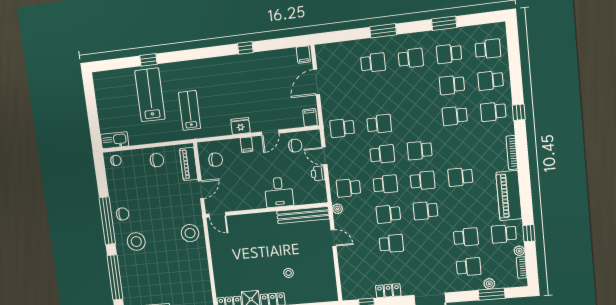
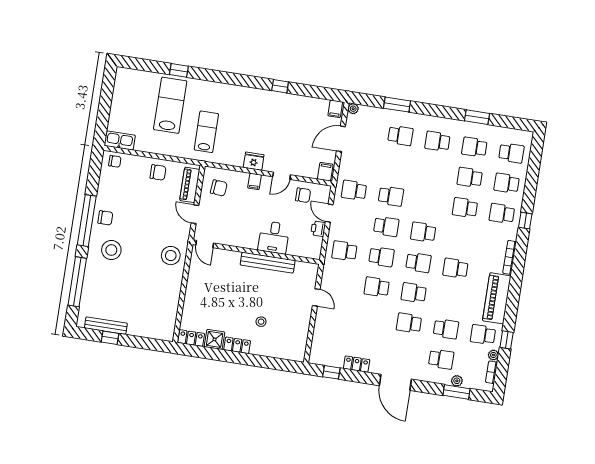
window: (383, 31) -> (397, 105), moved
school desk: (411, 58) -> (437, 141), turned 180
door: (201, 190) -> (195, 214), swing flipped
plant: (338, 209) -> (353, 109), moved
bench: (303, 215) -> (268, 263), moved
school desk: (391, 244) -> (409, 323), moved, turned 180

